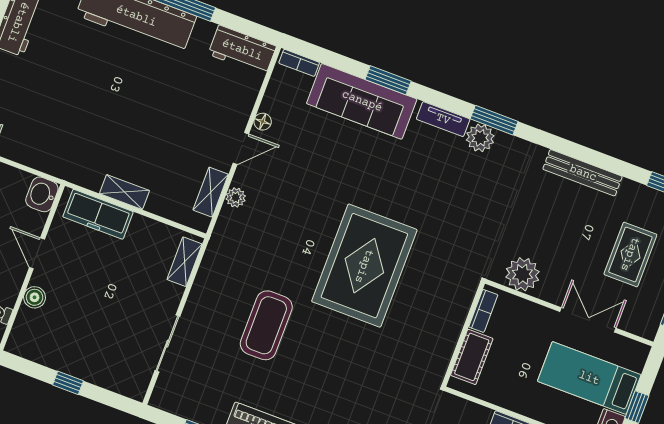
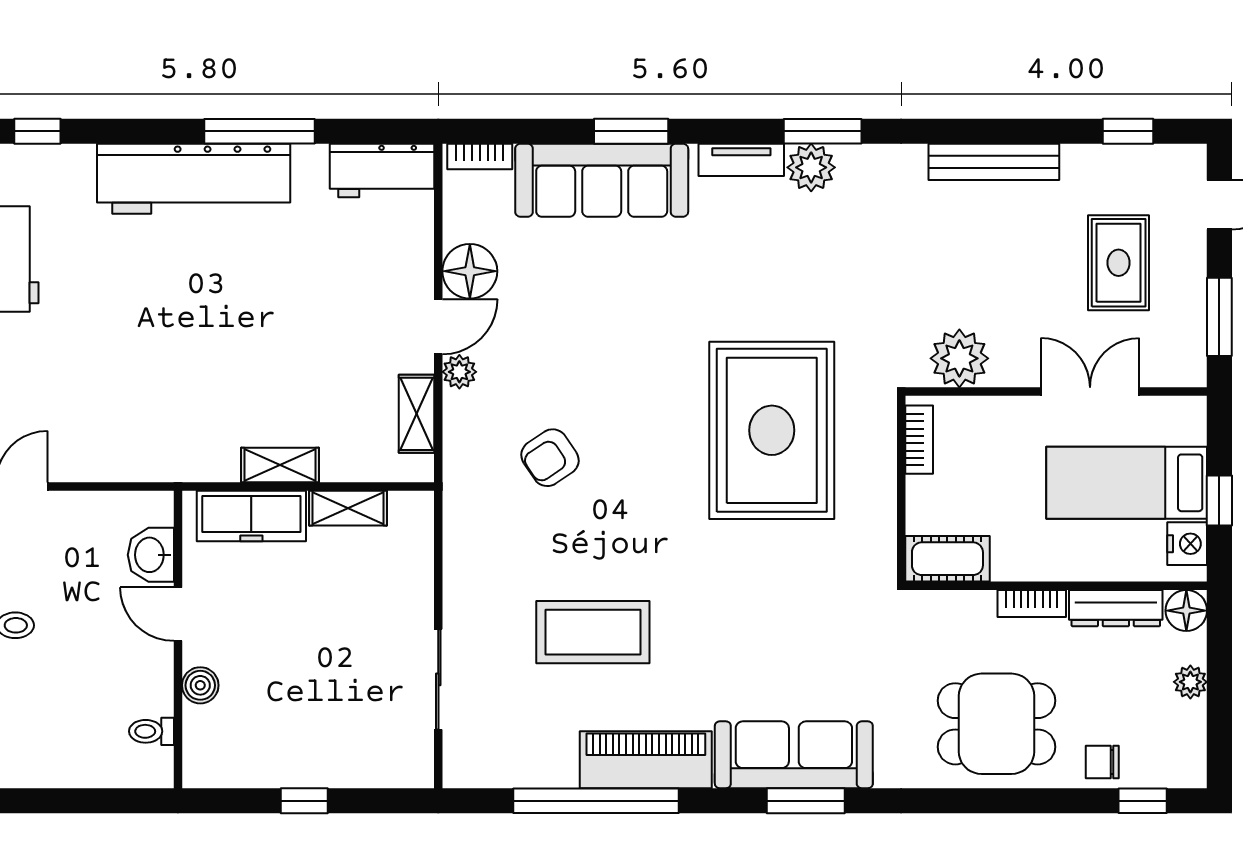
floor lamp: (263, 122) -> (470, 271), width x1.89, depth x1.89
washbasin: (42, 194) -> (151, 555), moved
plant: (236, 197) -> (459, 372), moved
armchair: (275, 244) -> (550, 458), added
shelving: (185, 262) -> (348, 508), moved, turned 90
rug: (364, 266) -> (772, 430), moved
coffee table: (266, 325) -> (593, 632), moved, turned 90
cot: (472, 357) -> (947, 559), moved, turned 90

